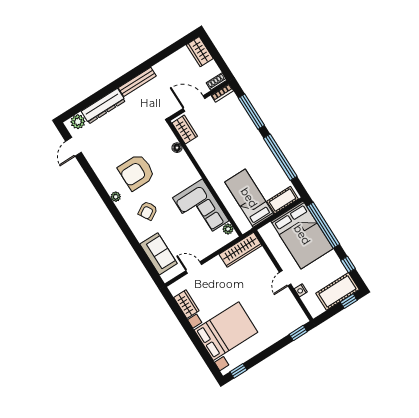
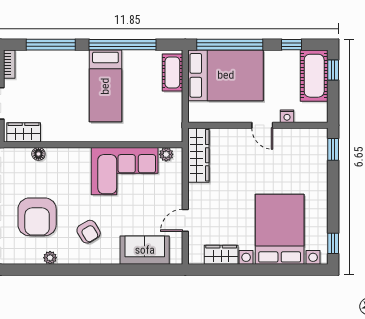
bed: (249, 198) -> (105, 86), moved, turned -90

